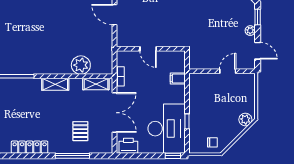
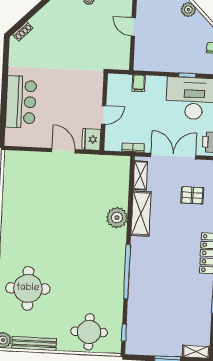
door: (114, 15) -> (63, 151), swing flipped
fridge: (126, 39) -> (91, 139), added
plant: (81, 65) -> (117, 218), moved
shelving: (55, 84) -> (141, 214), width x1.50, depth x1.33

